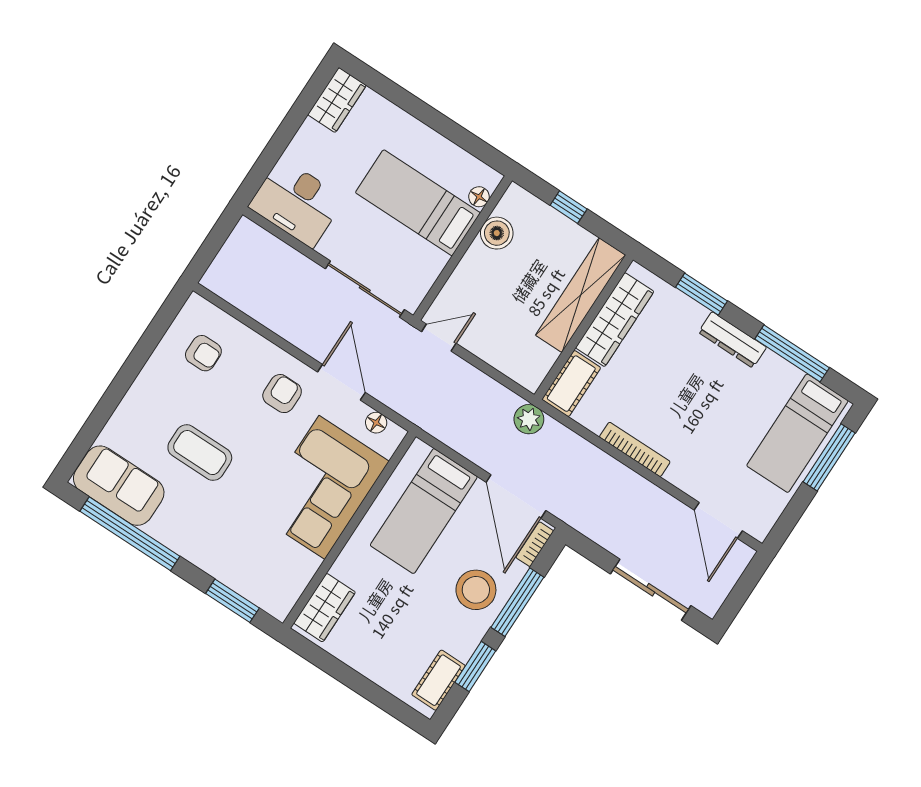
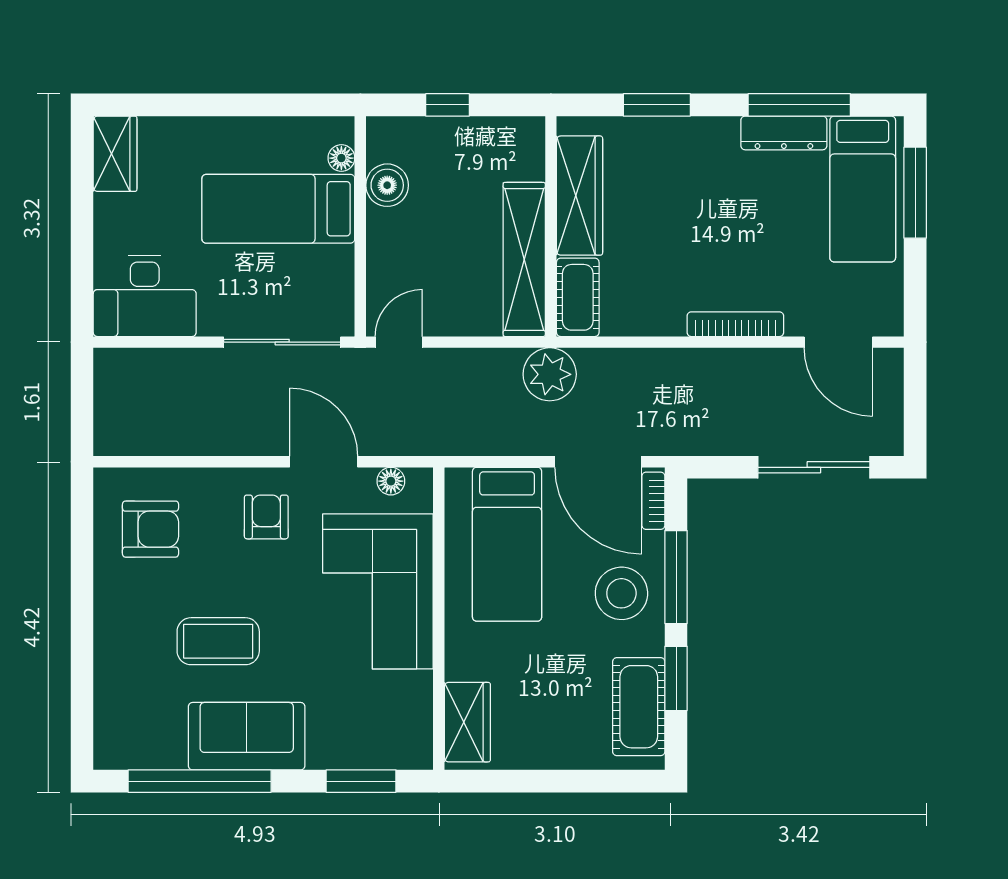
shelving: (581, 295) -> (524, 259), moved
dresser: (732, 340) -> (784, 133), moved
armchair: (203, 353) -> (150, 529), width x1.38, depth x1.38
plant: (529, 419) -> (550, 374), width x1.36, depth x1.36
bookcase: (635, 449) -> (735, 324), moved
sofa: (119, 486) -> (247, 736), moved
cot: (439, 680) -> (639, 707), width x1.37, depth x1.34

